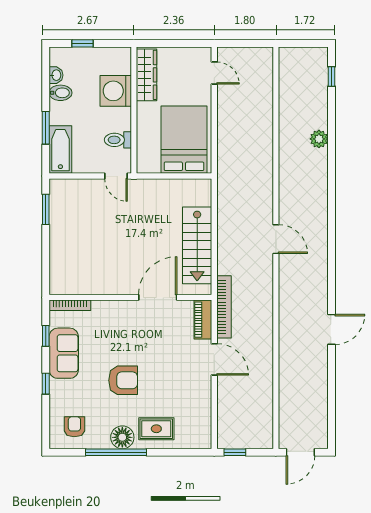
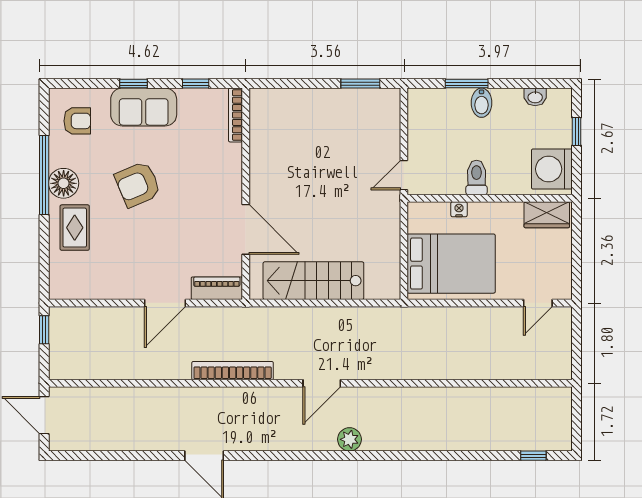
wardrobe: (146, 75) -> (547, 215), width x0.67
washing machine: (116, 91) -> (552, 169), moved, turned -90
bidet: (60, 93) -> (482, 103), moved
nightstand: (142, 134) -> (459, 209), added
plant: (319, 139) -> (349, 439), moved
toilet: (118, 140) -> (477, 177), moved
bathtub: (60, 149) -> (438, 103), removed
bookcase: (224, 307) -> (233, 371), moved, turned 180
sofa: (64, 353) -> (144, 107), moved
armchair: (123, 380) -> (138, 184), turned 67

